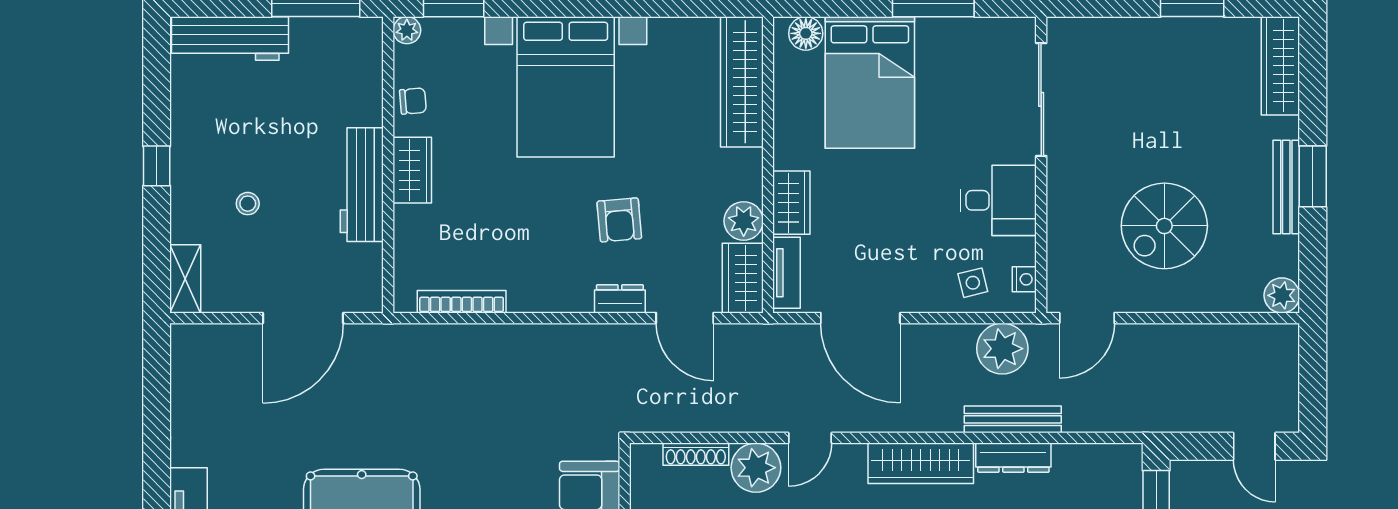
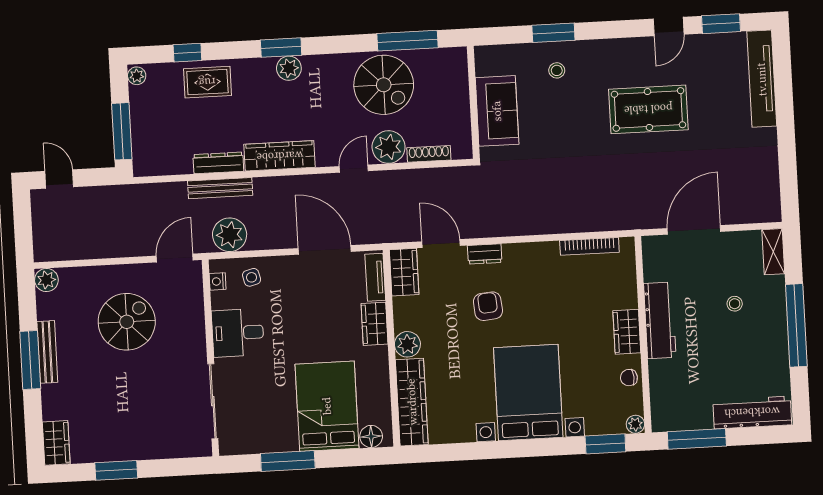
wardrobe: (1280, 66) -> (56, 443), width x0.67
window: (157, 166) -> (796, 325), width x3.17
window: (1313, 176) -> (30, 360), width x1.44
plant: (744, 221) -> (407, 344), moved

